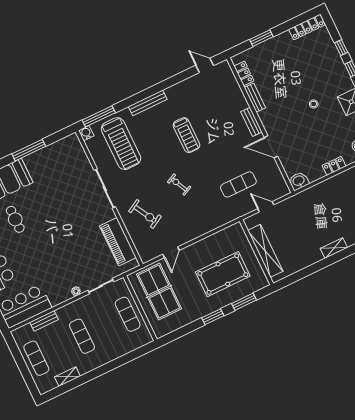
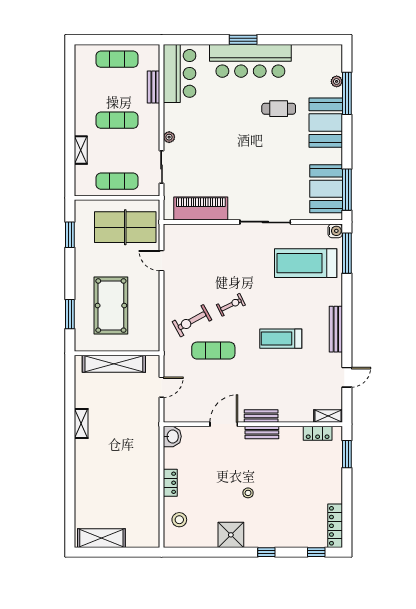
window: (261, 38) -> (347, 454), moved
window: (341, 48) -> (316, 552), moved
door: (205, 65) -> (347, 377), moved
shelving: (227, 72) -> (328, 416), added
bench: (255, 98) -> (262, 432), moved
bench: (148, 103) -> (336, 329), moved
window: (29, 150) -> (347, 190), moved
booth: (58, 155) -> (326, 189), added
exercise mat: (238, 184) -> (213, 351), moved, turned 90
exercise bike: (145, 214) -> (192, 321), moved
shelving: (334, 248) -> (81, 423), moved
window: (213, 317) -> (70, 235), moved
shelving: (67, 377) -> (81, 150), moved

